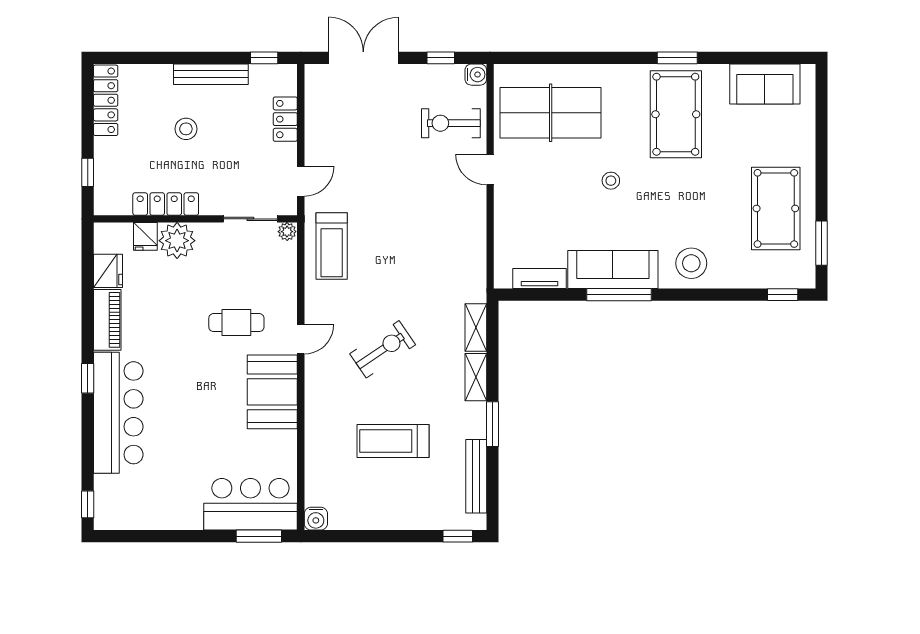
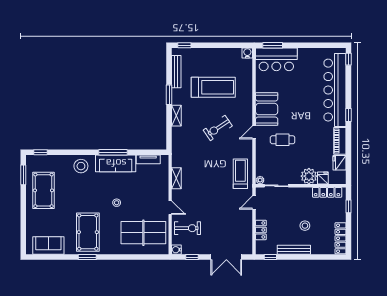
locker: (166, 204) -> (327, 192), moved
shelving: (476, 328) -> (176, 178), moved
bar counter: (118, 413) -> (335, 90), width x1.36
treadmill: (393, 441) -> (213, 87), width x1.37, depth x1.38

